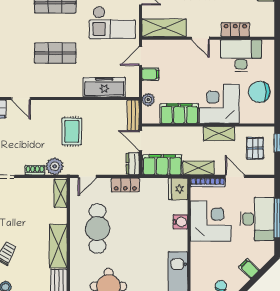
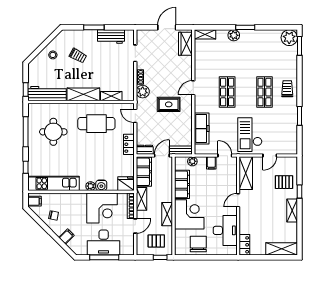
locker: (235, 30) -> (244, 245), moved
door: (21, 99) -> (193, 88), moved
shelving: (61, 193) -> (111, 96), moved
plant: (181, 236) -> (91, 186), added

